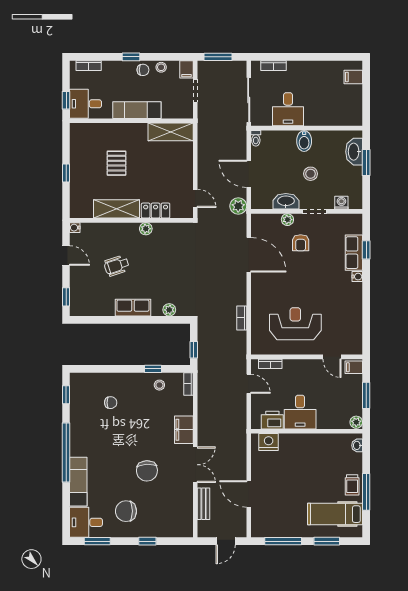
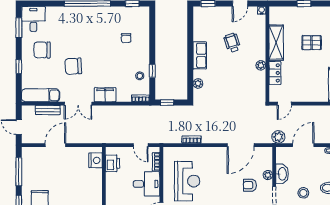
door: (249, 384) -> (141, 145), hinge flipped
desk: (300, 412) -> (147, 184), moved, turned 180
exam couch: (78, 482) -> (41, 95), moved, turned 180
chair: (126, 511) -> (42, 50), turned -90

